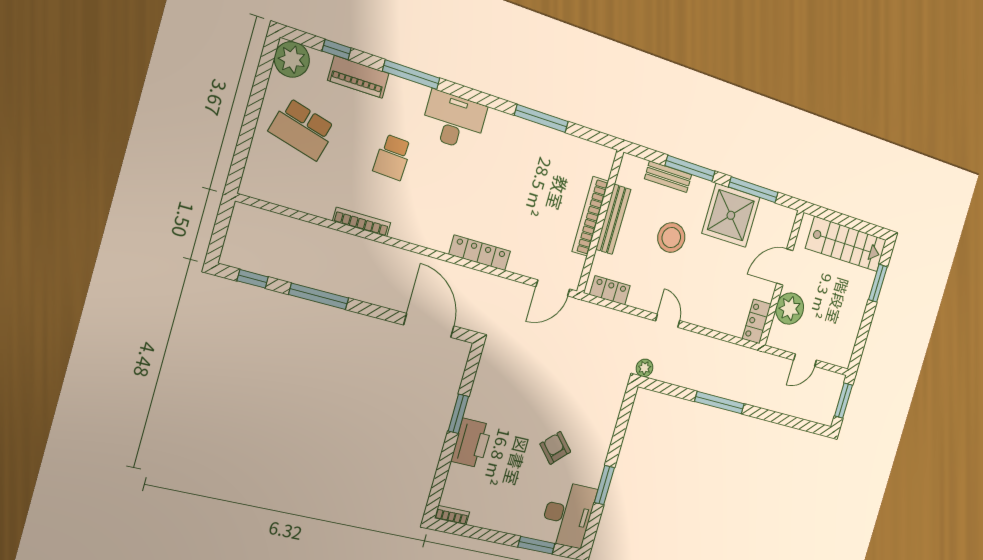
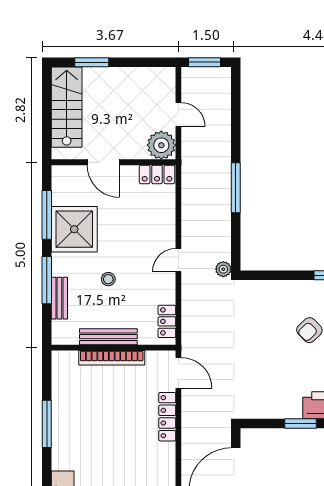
stool: (671, 238) -> (108, 279), width x0.53, depth x0.53
locker: (480, 253) -> (167, 417), moved
plant: (790, 309) -> (161, 145), moved

